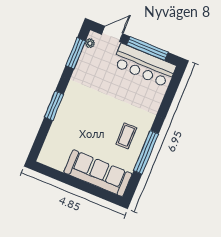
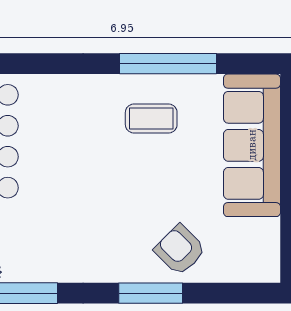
armchair: (67, 125) -> (180, 250), added

